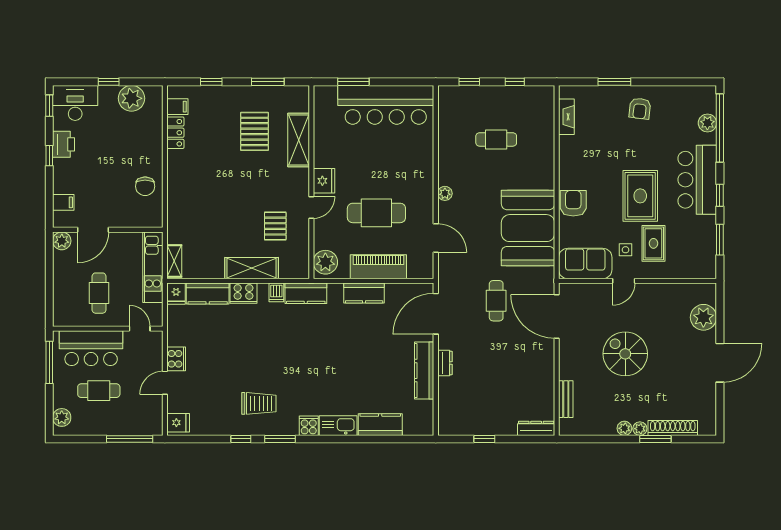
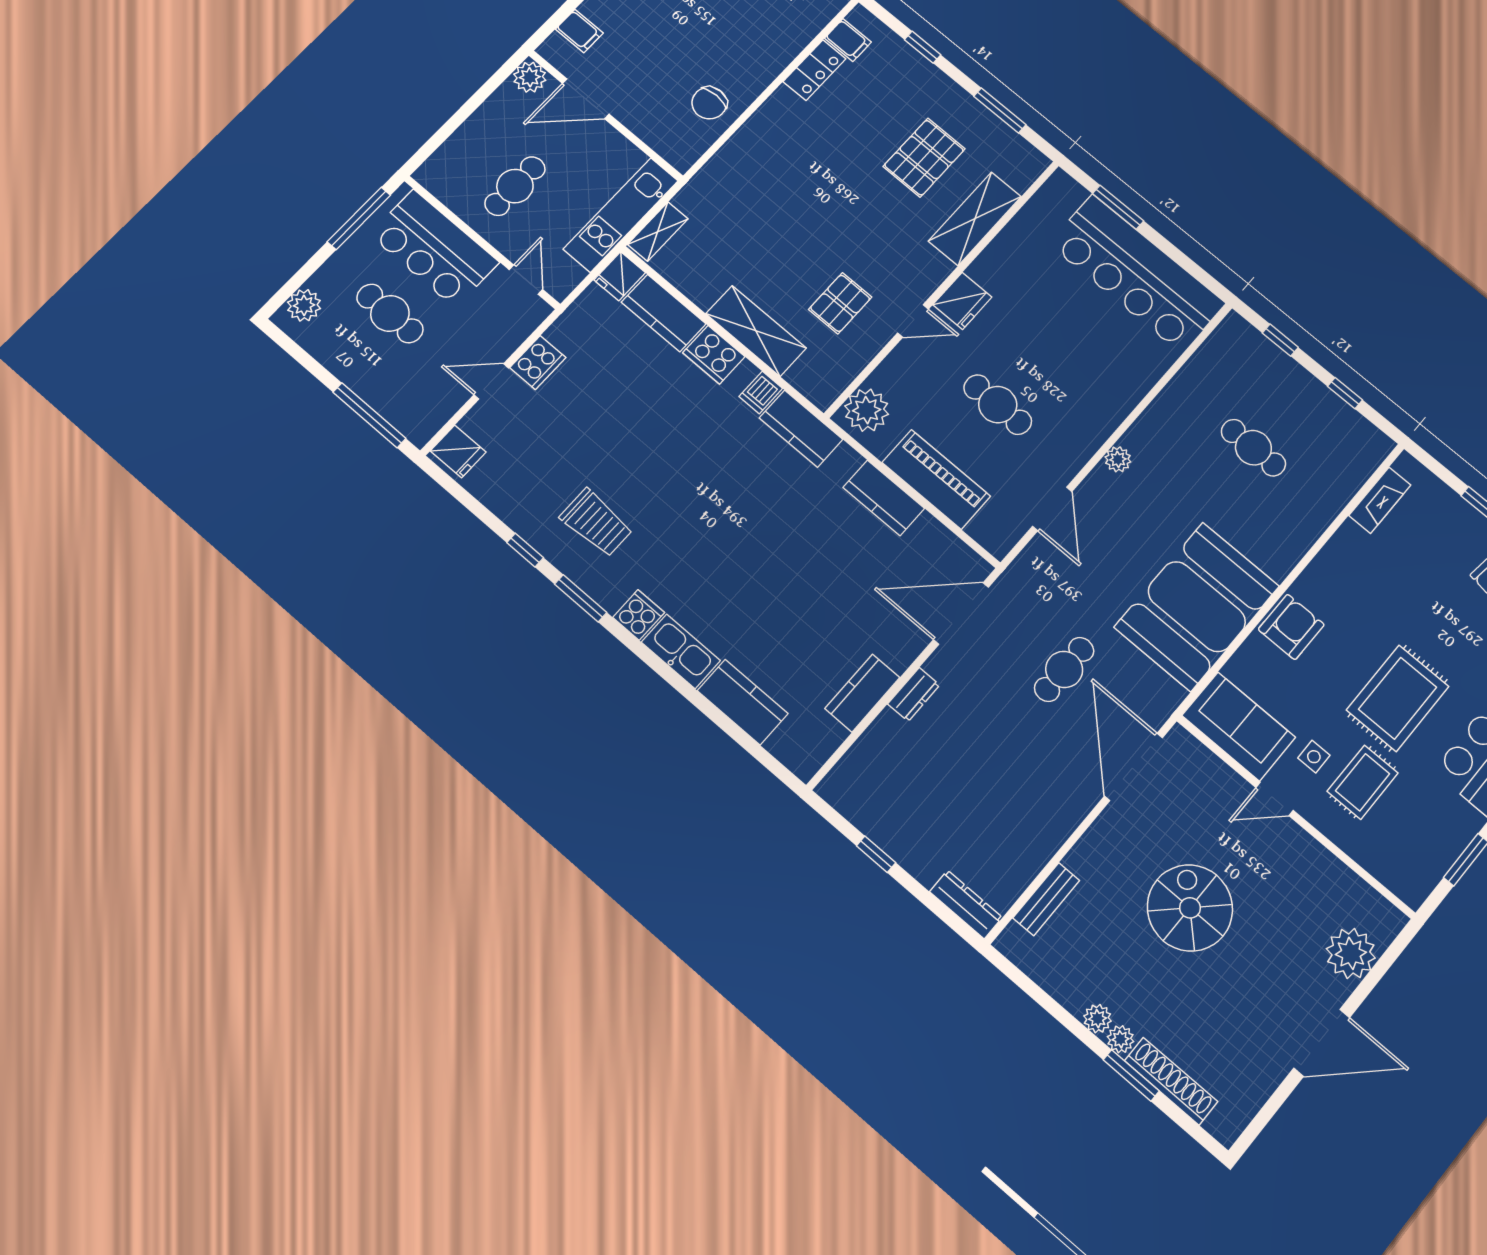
cafe table: (376, 213) -> (998, 405), width x0.73, depth x0.74
kitchen counter: (424, 371) -> (862, 693), width x0.67

